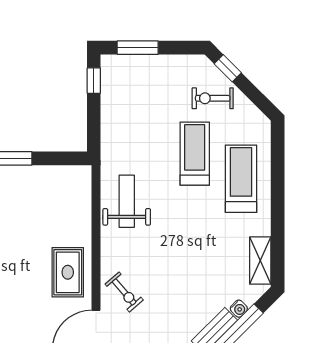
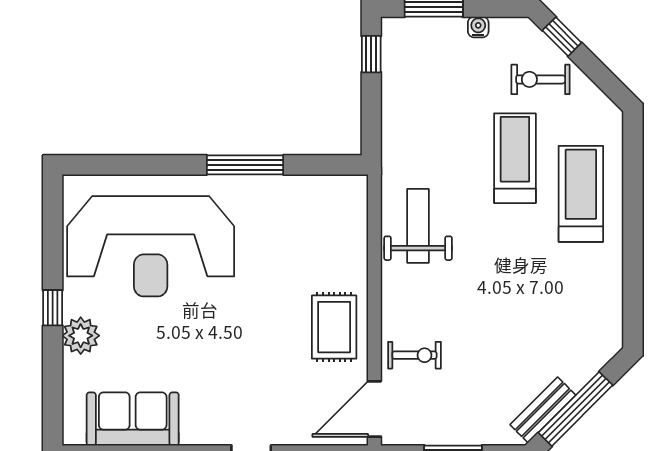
shelving: (260, 260) -> (608, 310), removed
exercise bike: (124, 292) -> (414, 355), turned -49
water cooler: (239, 309) -> (478, 27), moved, turned -135

